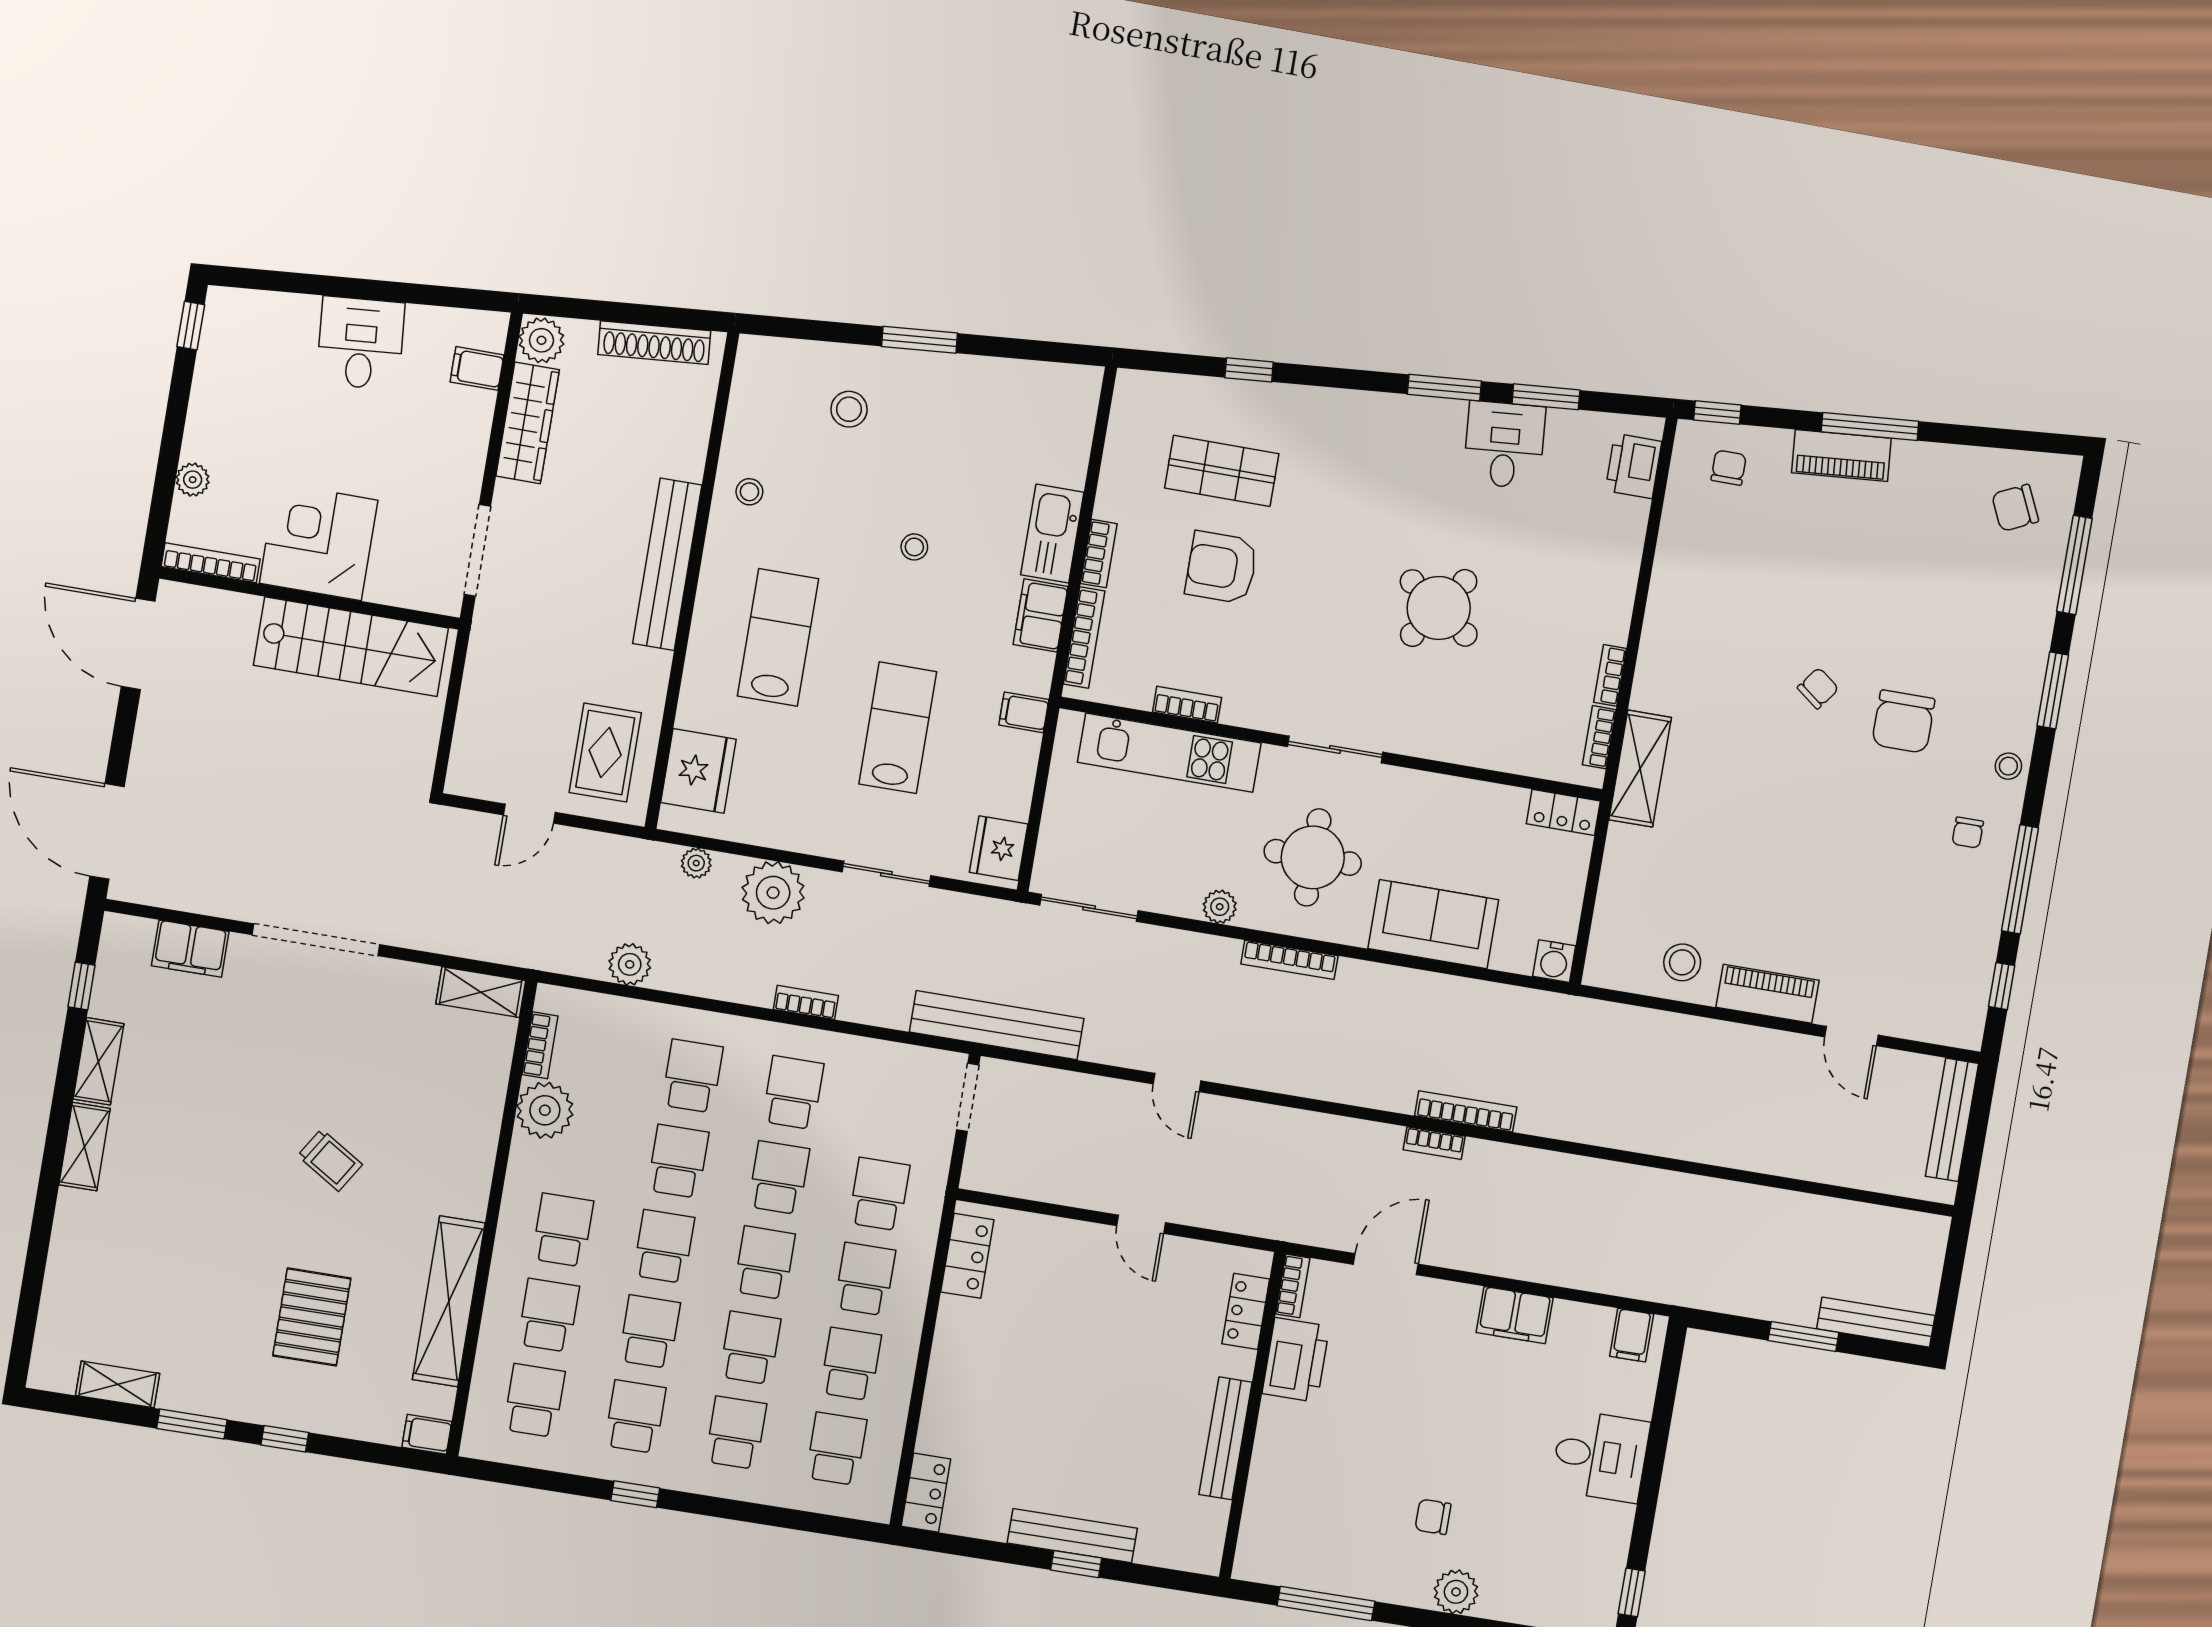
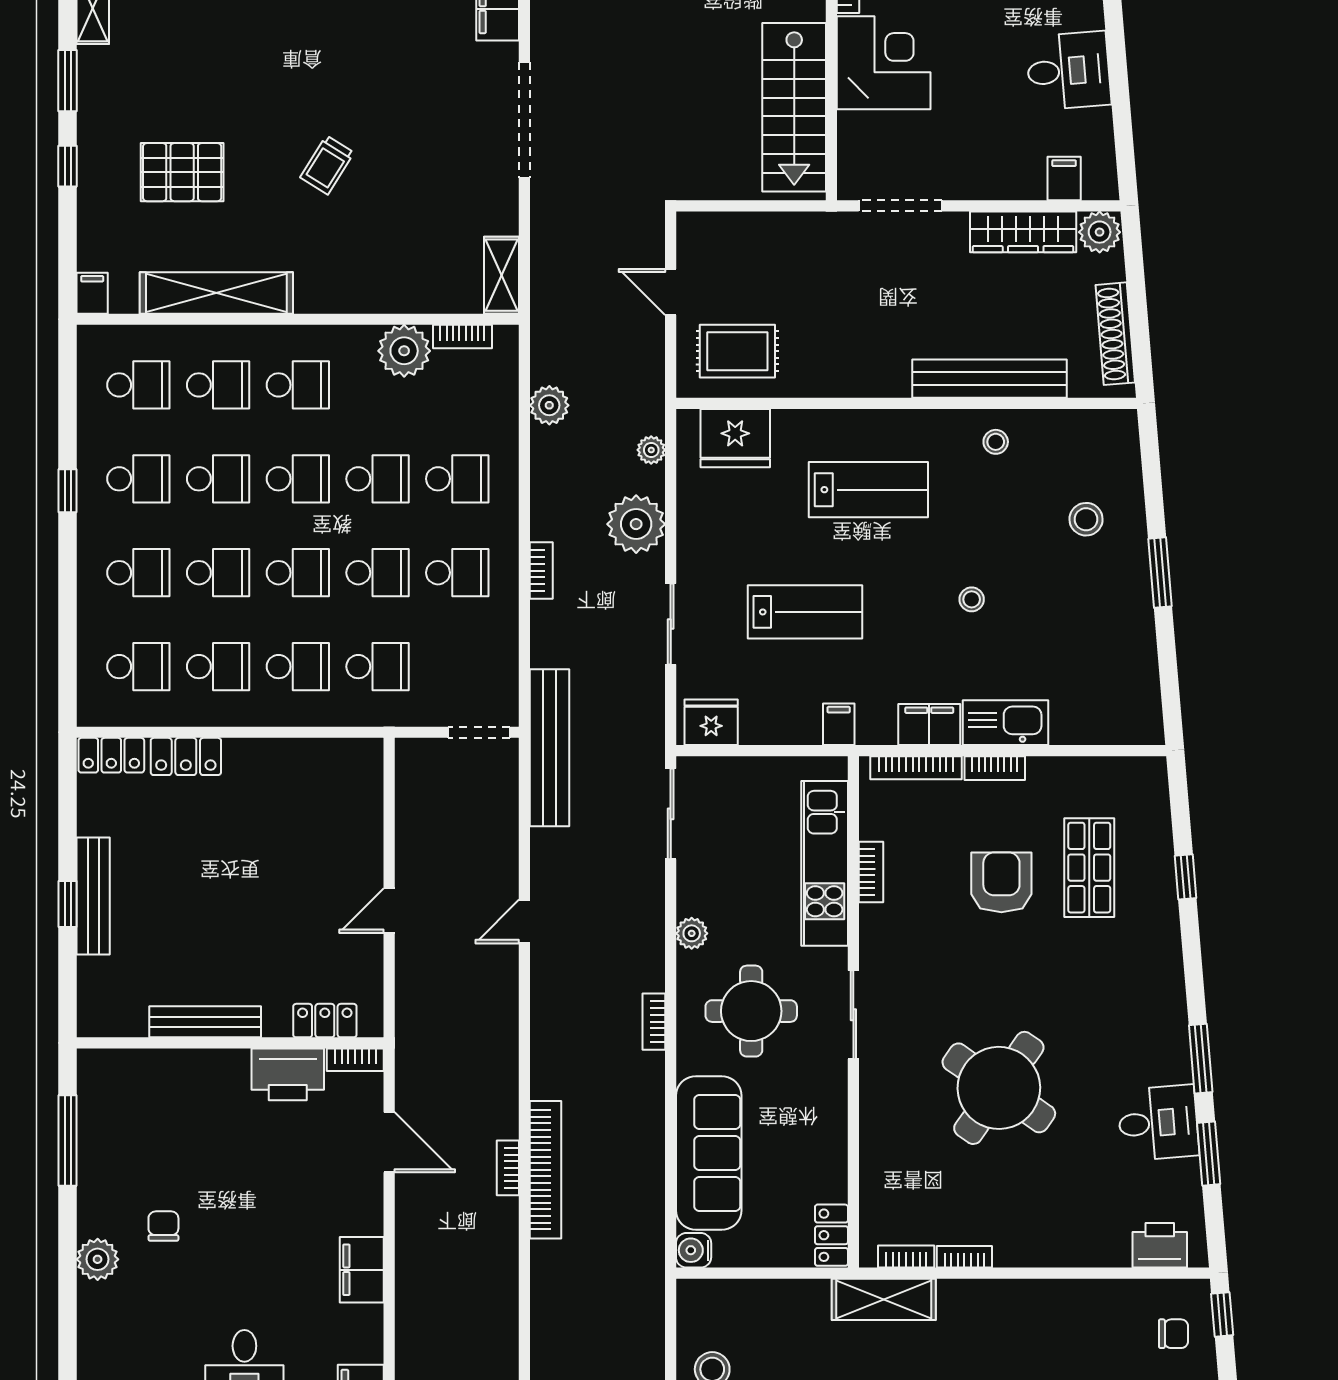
bench: (667, 564) -> (989, 379), moved
round table: (1439, 608) -> (999, 1088), width x1.36, depth x1.36
sofa: (1433, 924) -> (709, 1153), width x1.36
bookcase: (1289, 960) -> (654, 1022), width x0.64
bookcase: (1466, 1111) -> (546, 1170), width x1.48, depth x1.31
locker: (967, 1256) -> (186, 756), moved

